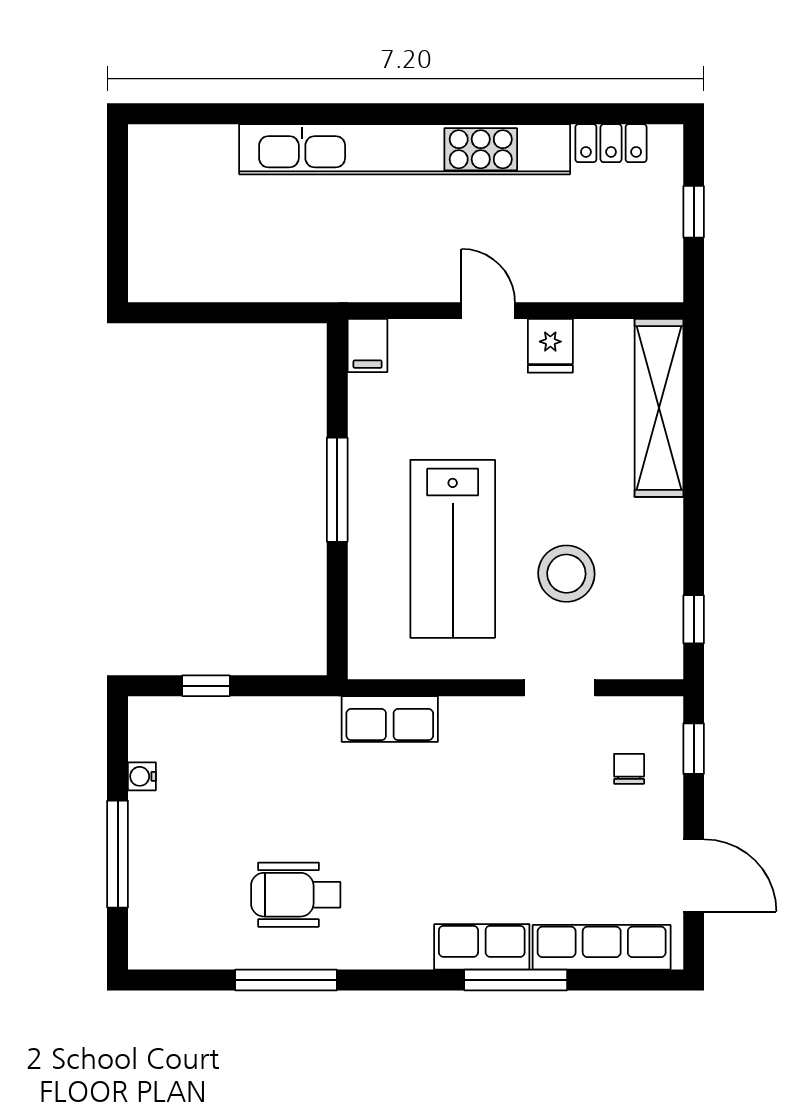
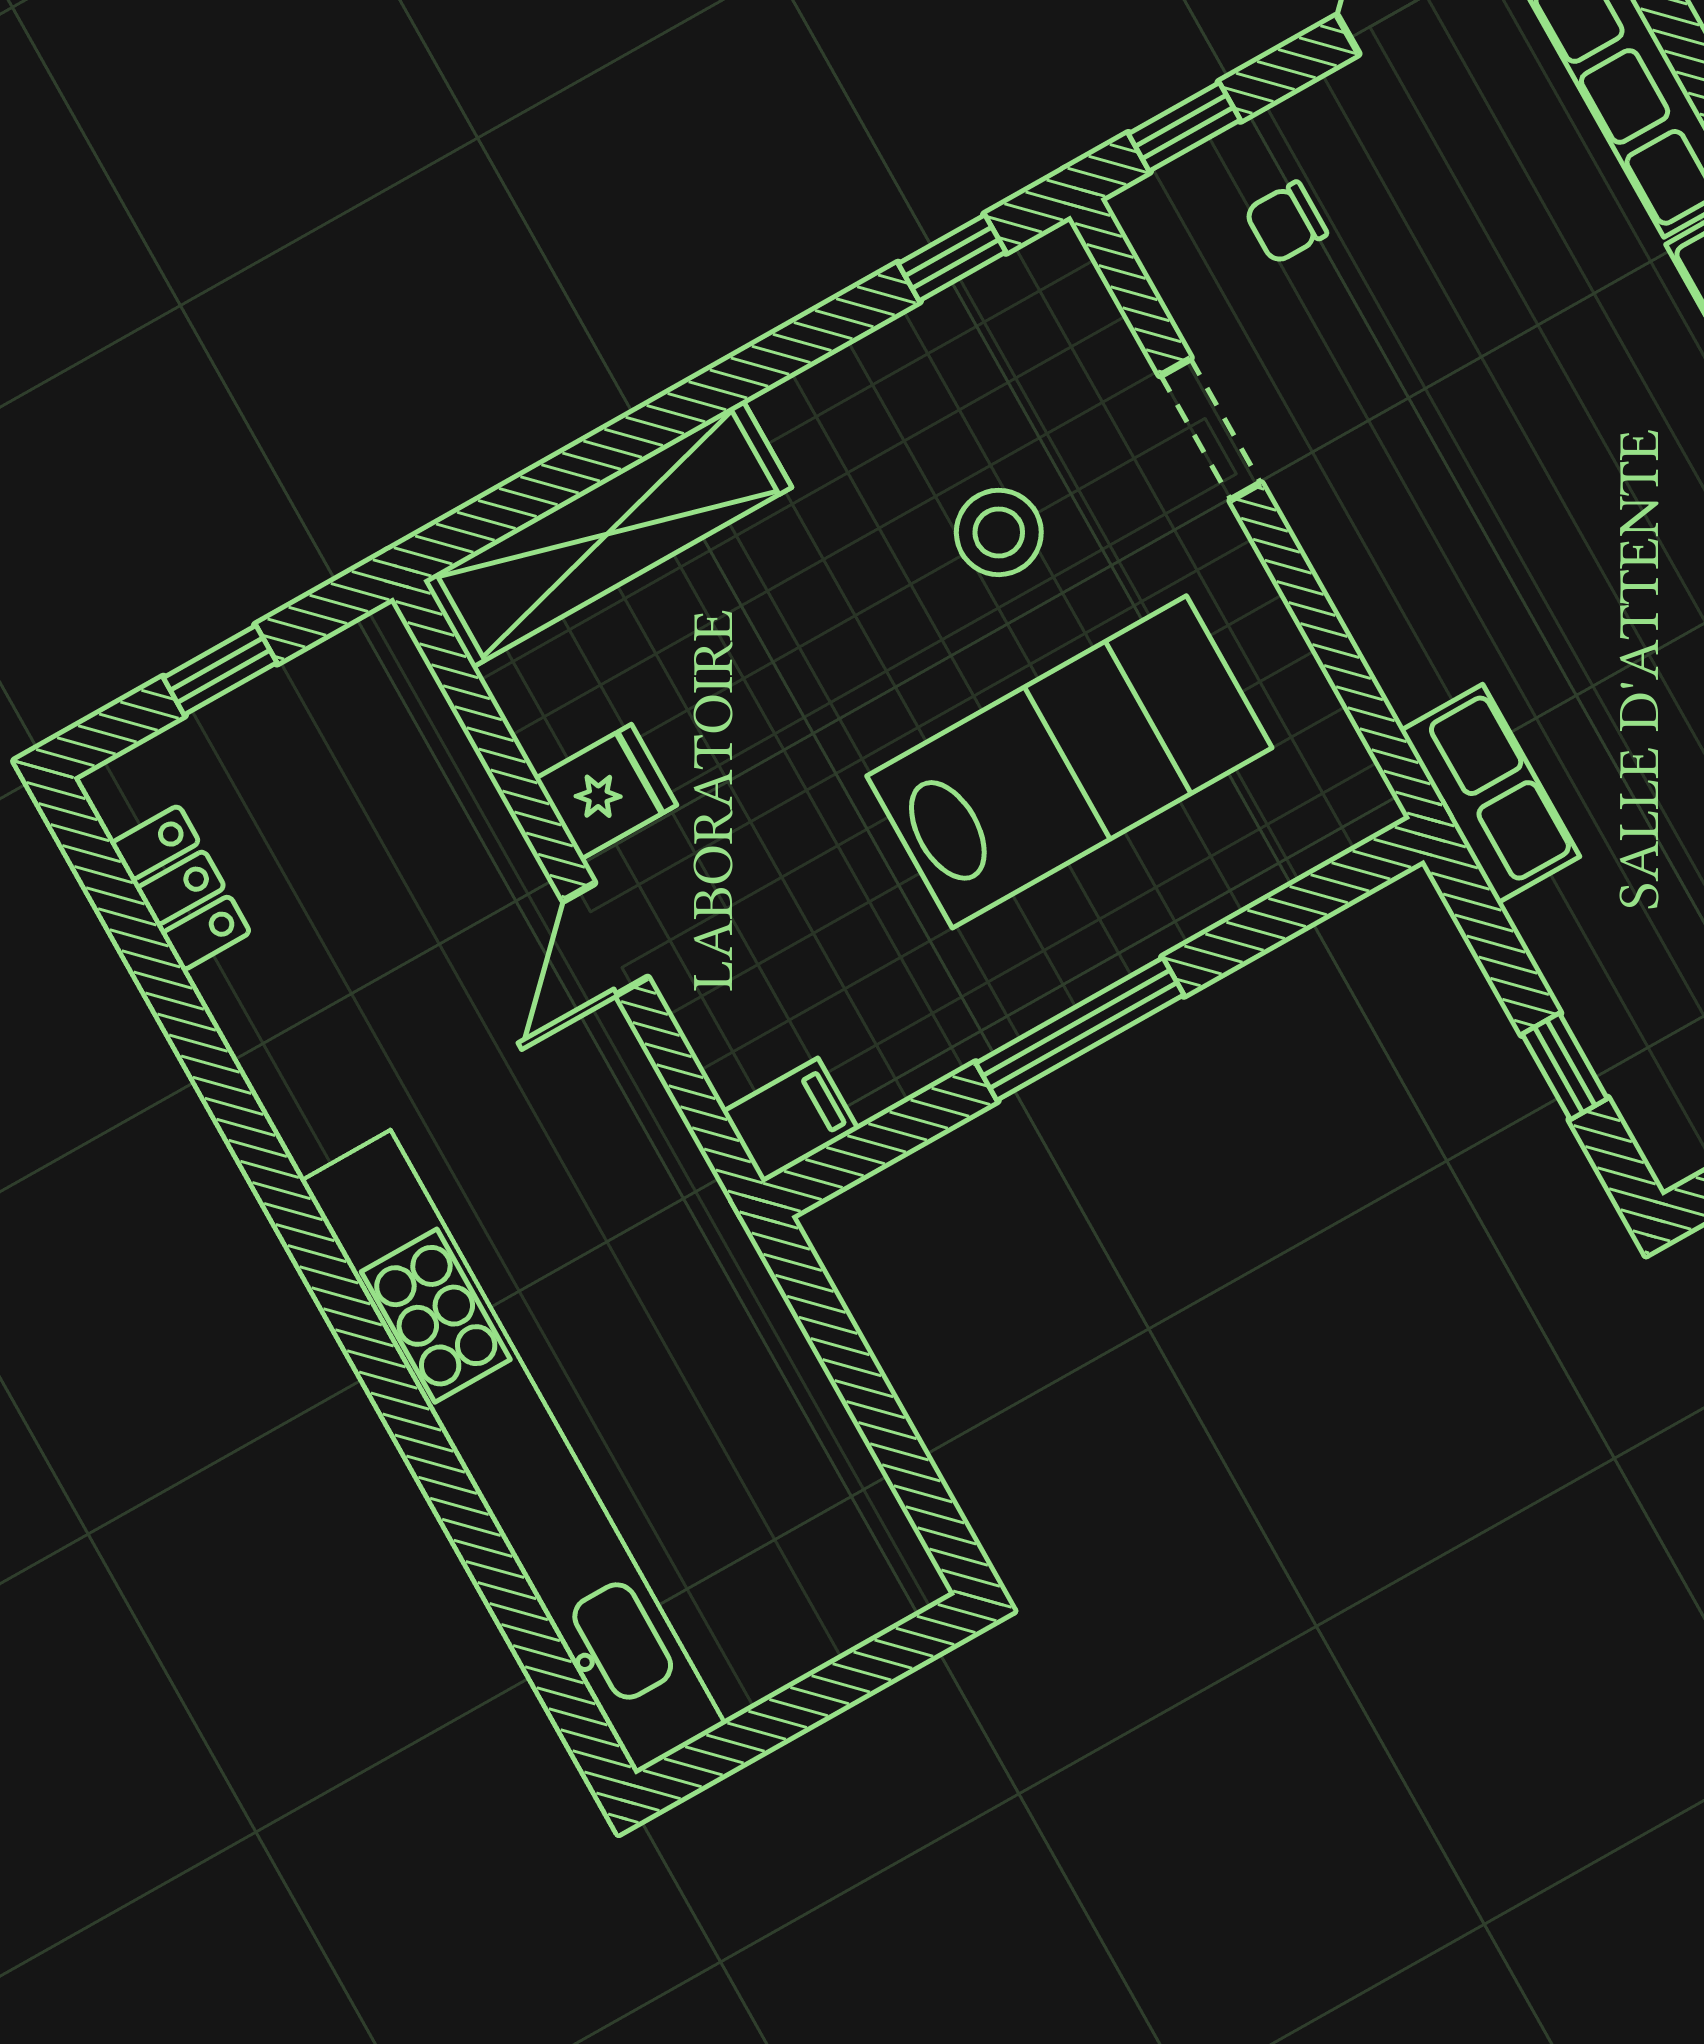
kitchen unit: (405, 149) -> (513, 1452), moved
stool: (566, 574) -> (999, 532), width x0.73, depth x0.73
row of seats: (390, 719) -> (1490, 794), moved

